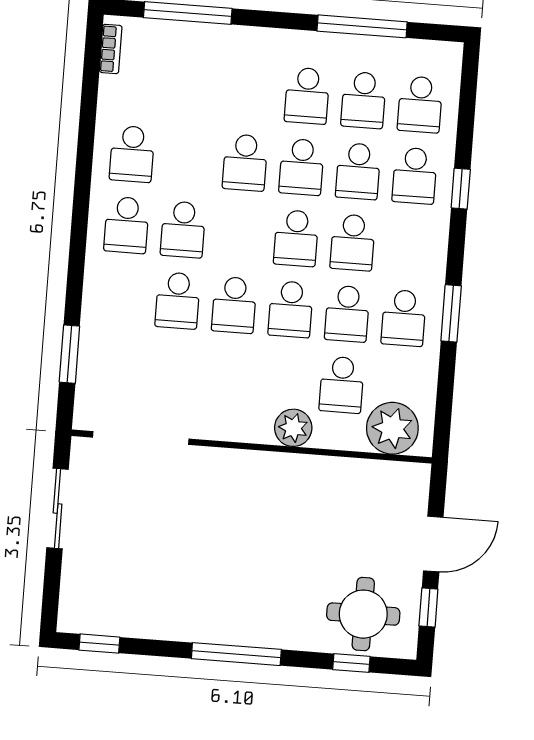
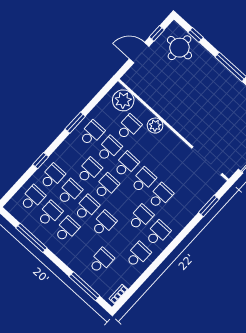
school desk: (194, 87) -> (101, 261), added

